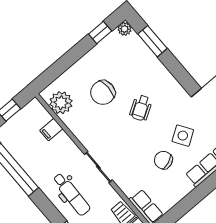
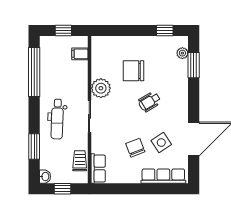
plant: (125, 29) -> (182, 53), moved
plant: (61, 103) -> (101, 88), moved
filing cabinet: (51, 130) -> (80, 54), moved

